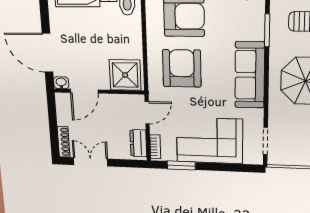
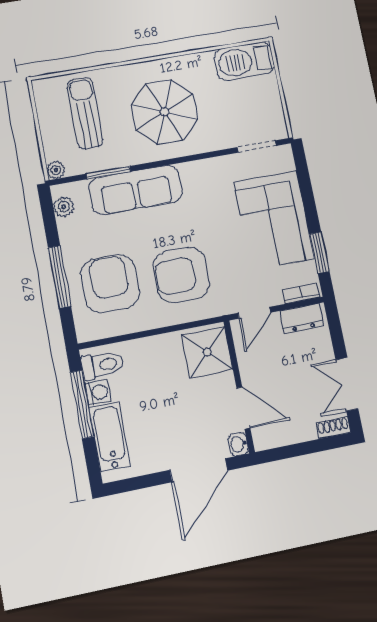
sofa: (250, 75) -> (136, 190), moved
door: (147, 113) -> (254, 313), swing flipped
shoe rack: (64, 142) -> (333, 428), width x0.70

